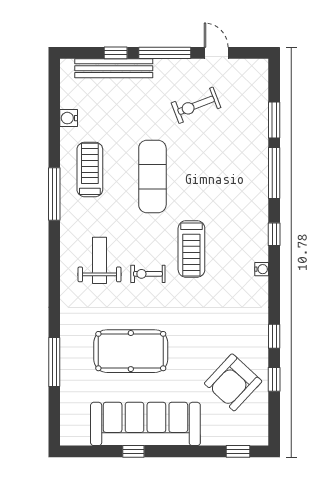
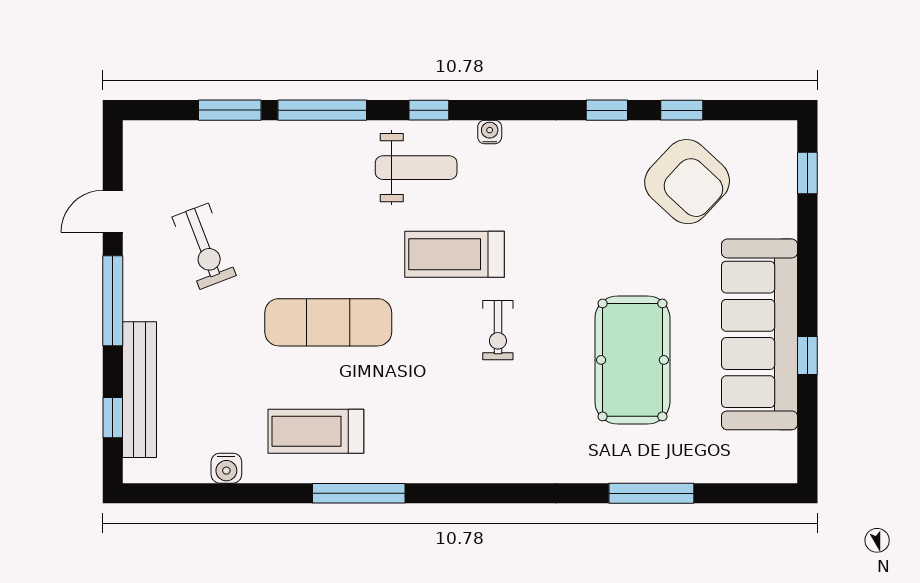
window: (116, 53) -> (113, 418), moved
treadmill: (191, 249) -> (455, 254), turned 180
weight bench: (99, 260) -> (416, 168), moved, turned 180

